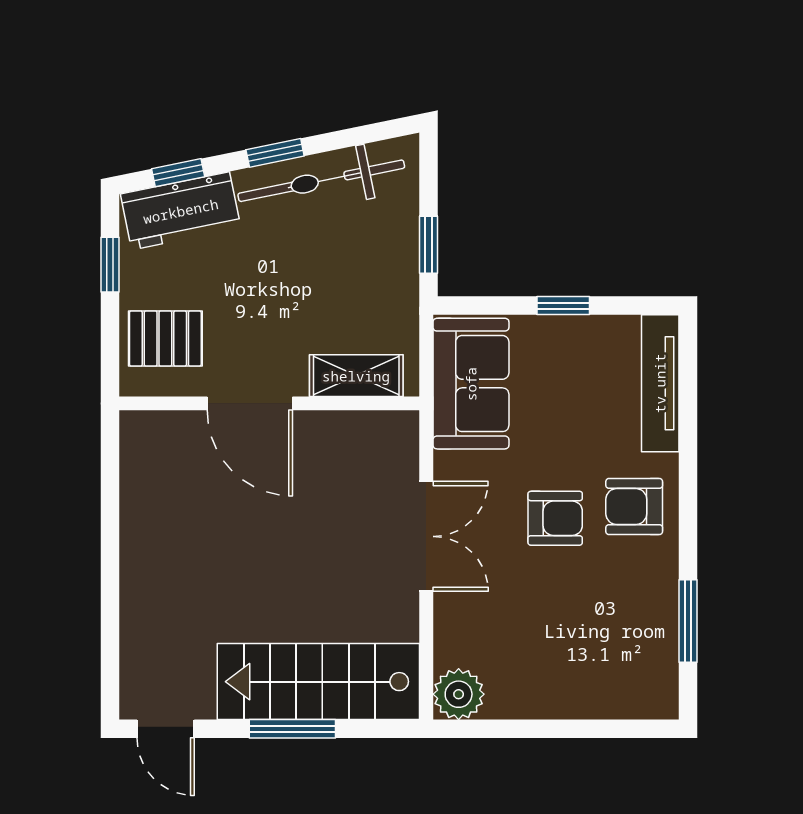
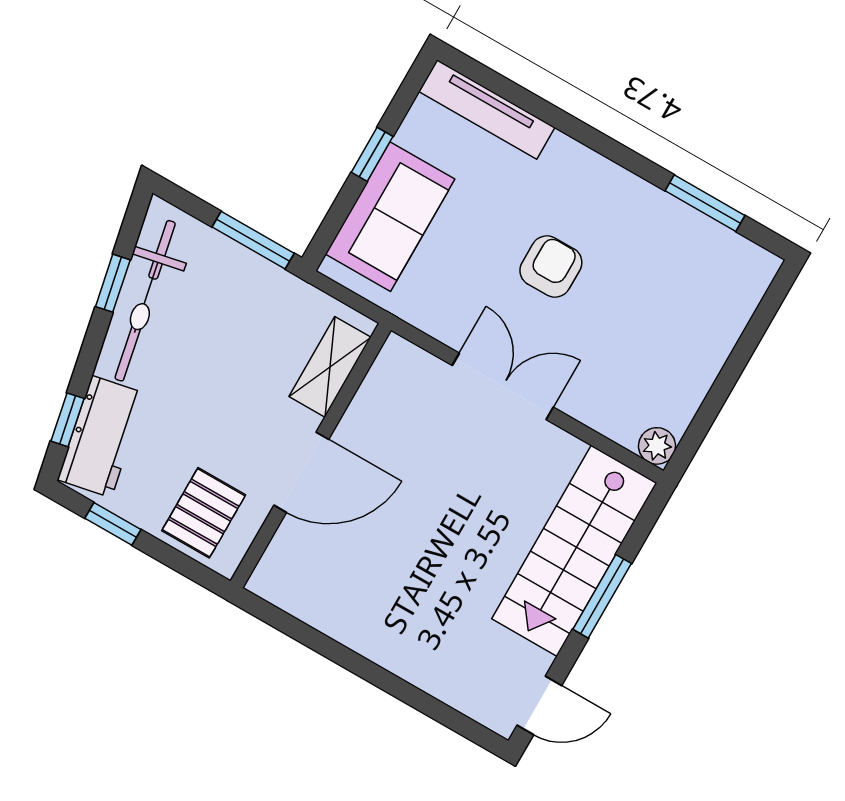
window: (275, 153) -> (113, 283), moved
window: (429, 245) -> (253, 240), width x1.50
sofa: (471, 384) -> (390, 217), moved, turned 90
armchair: (634, 507) -> (580, 193), removed
plant: (459, 694) -> (657, 446), width x0.73, depth x0.73

